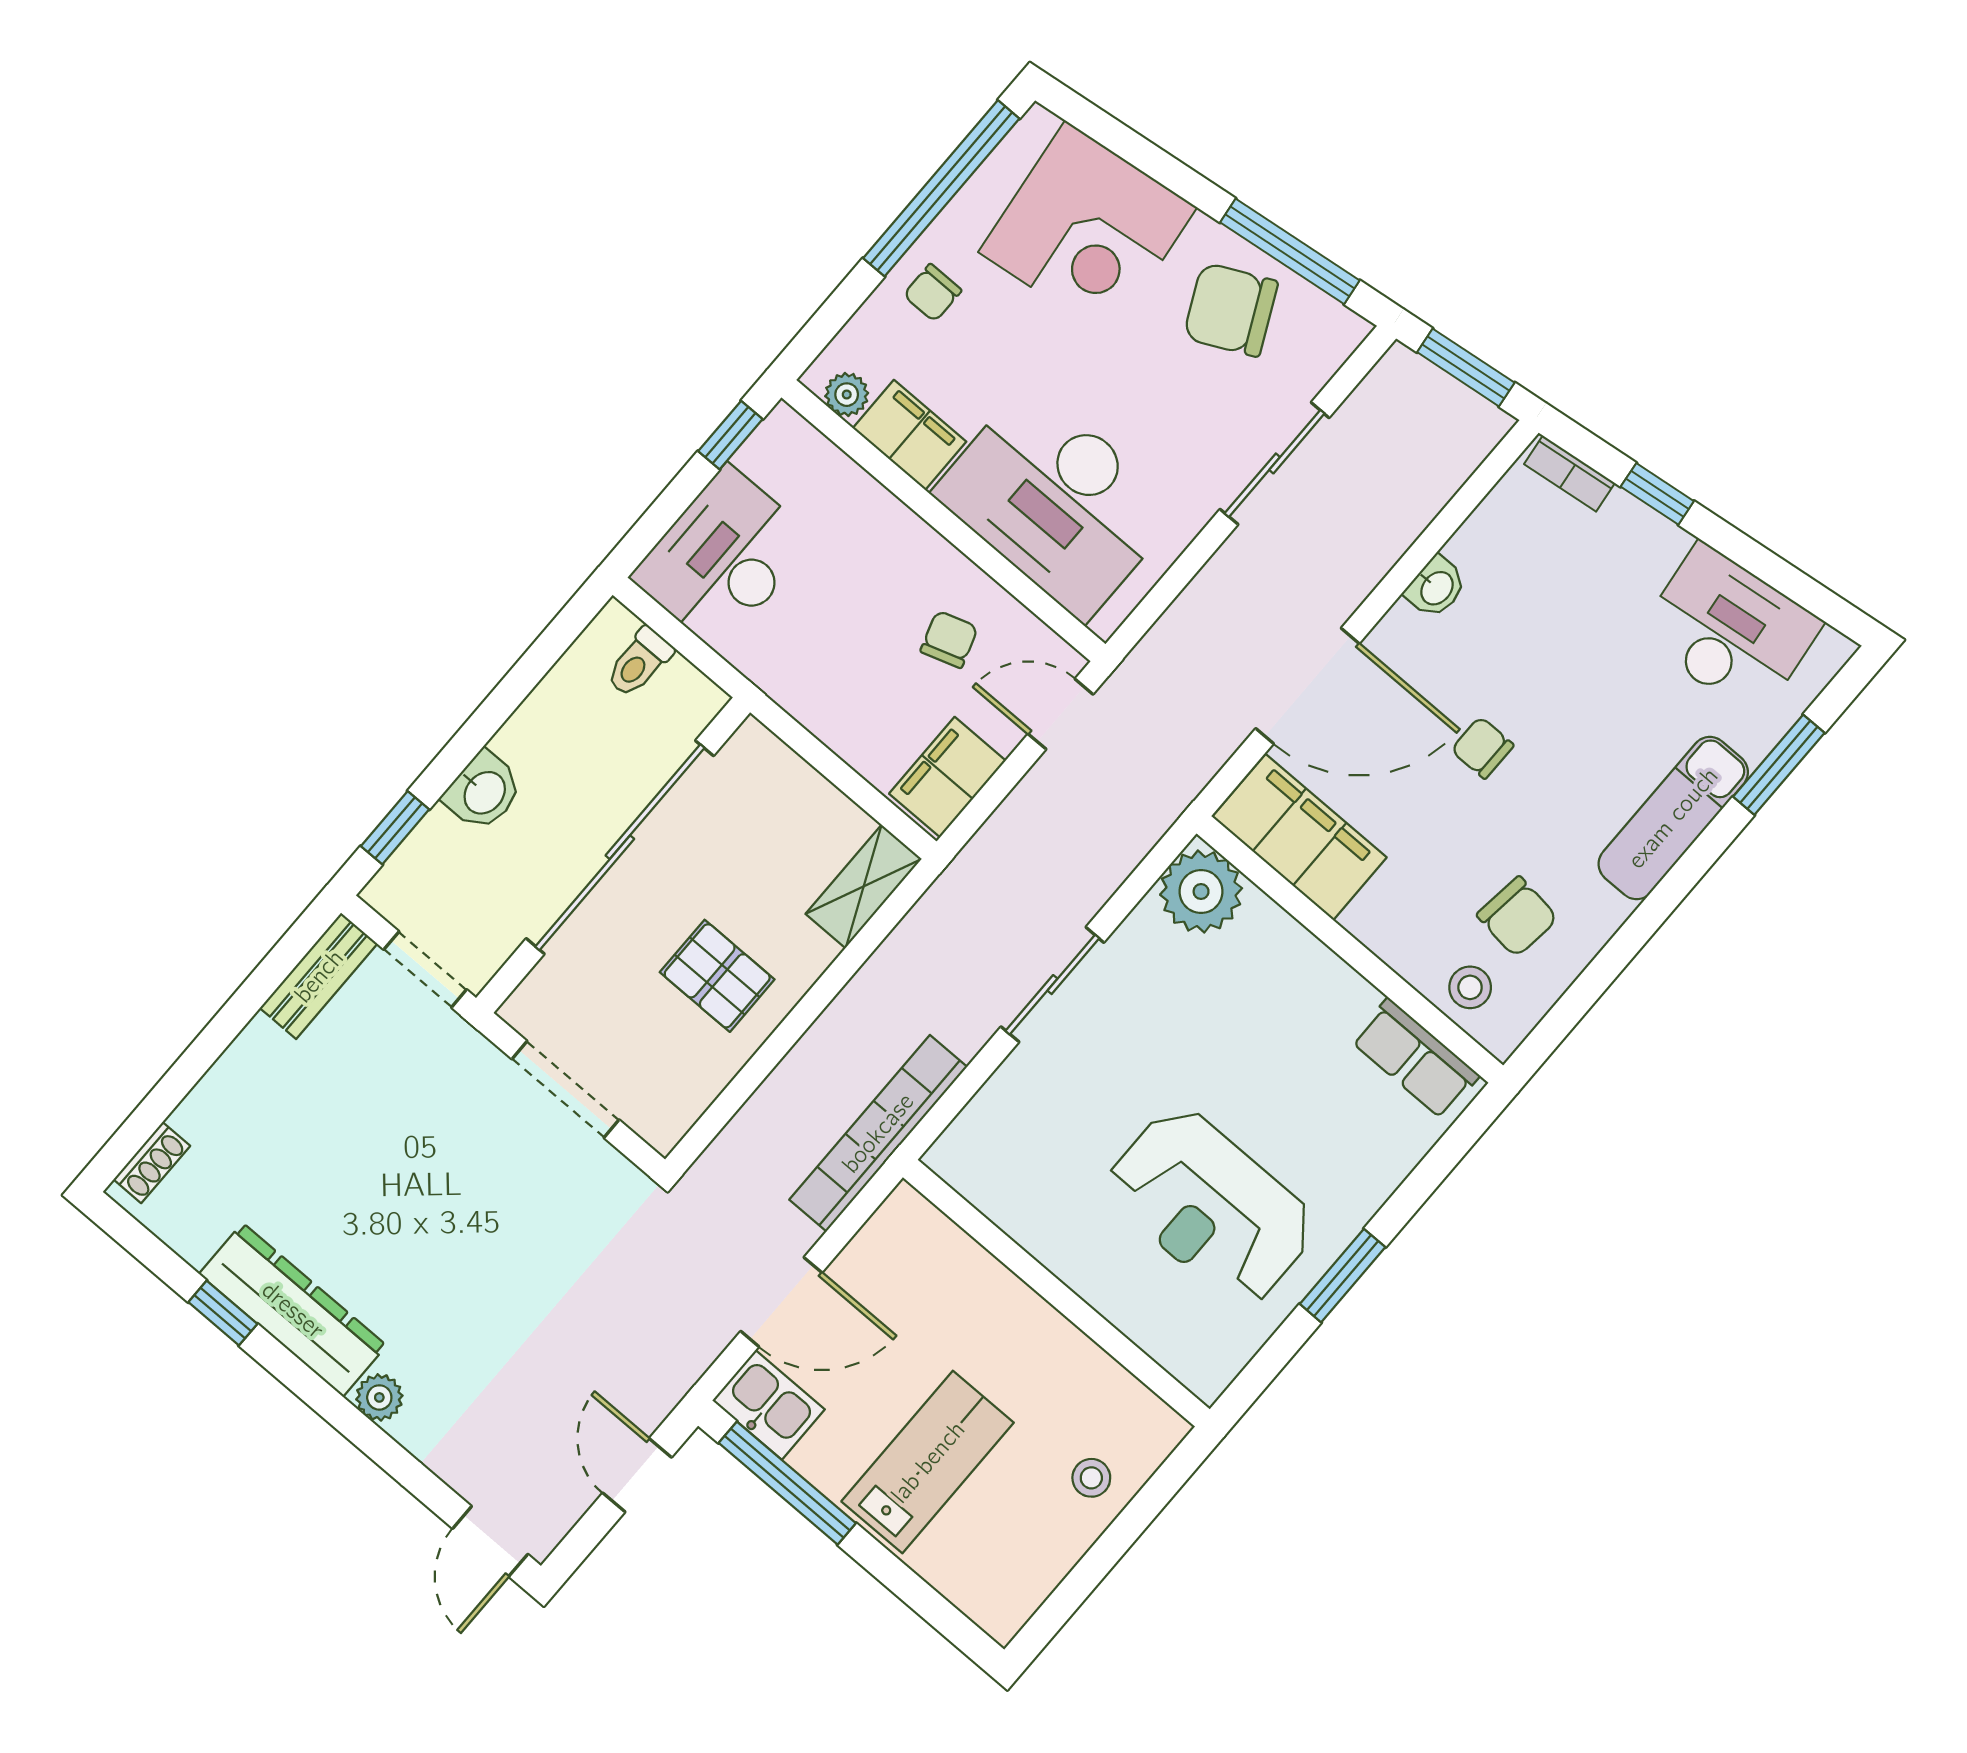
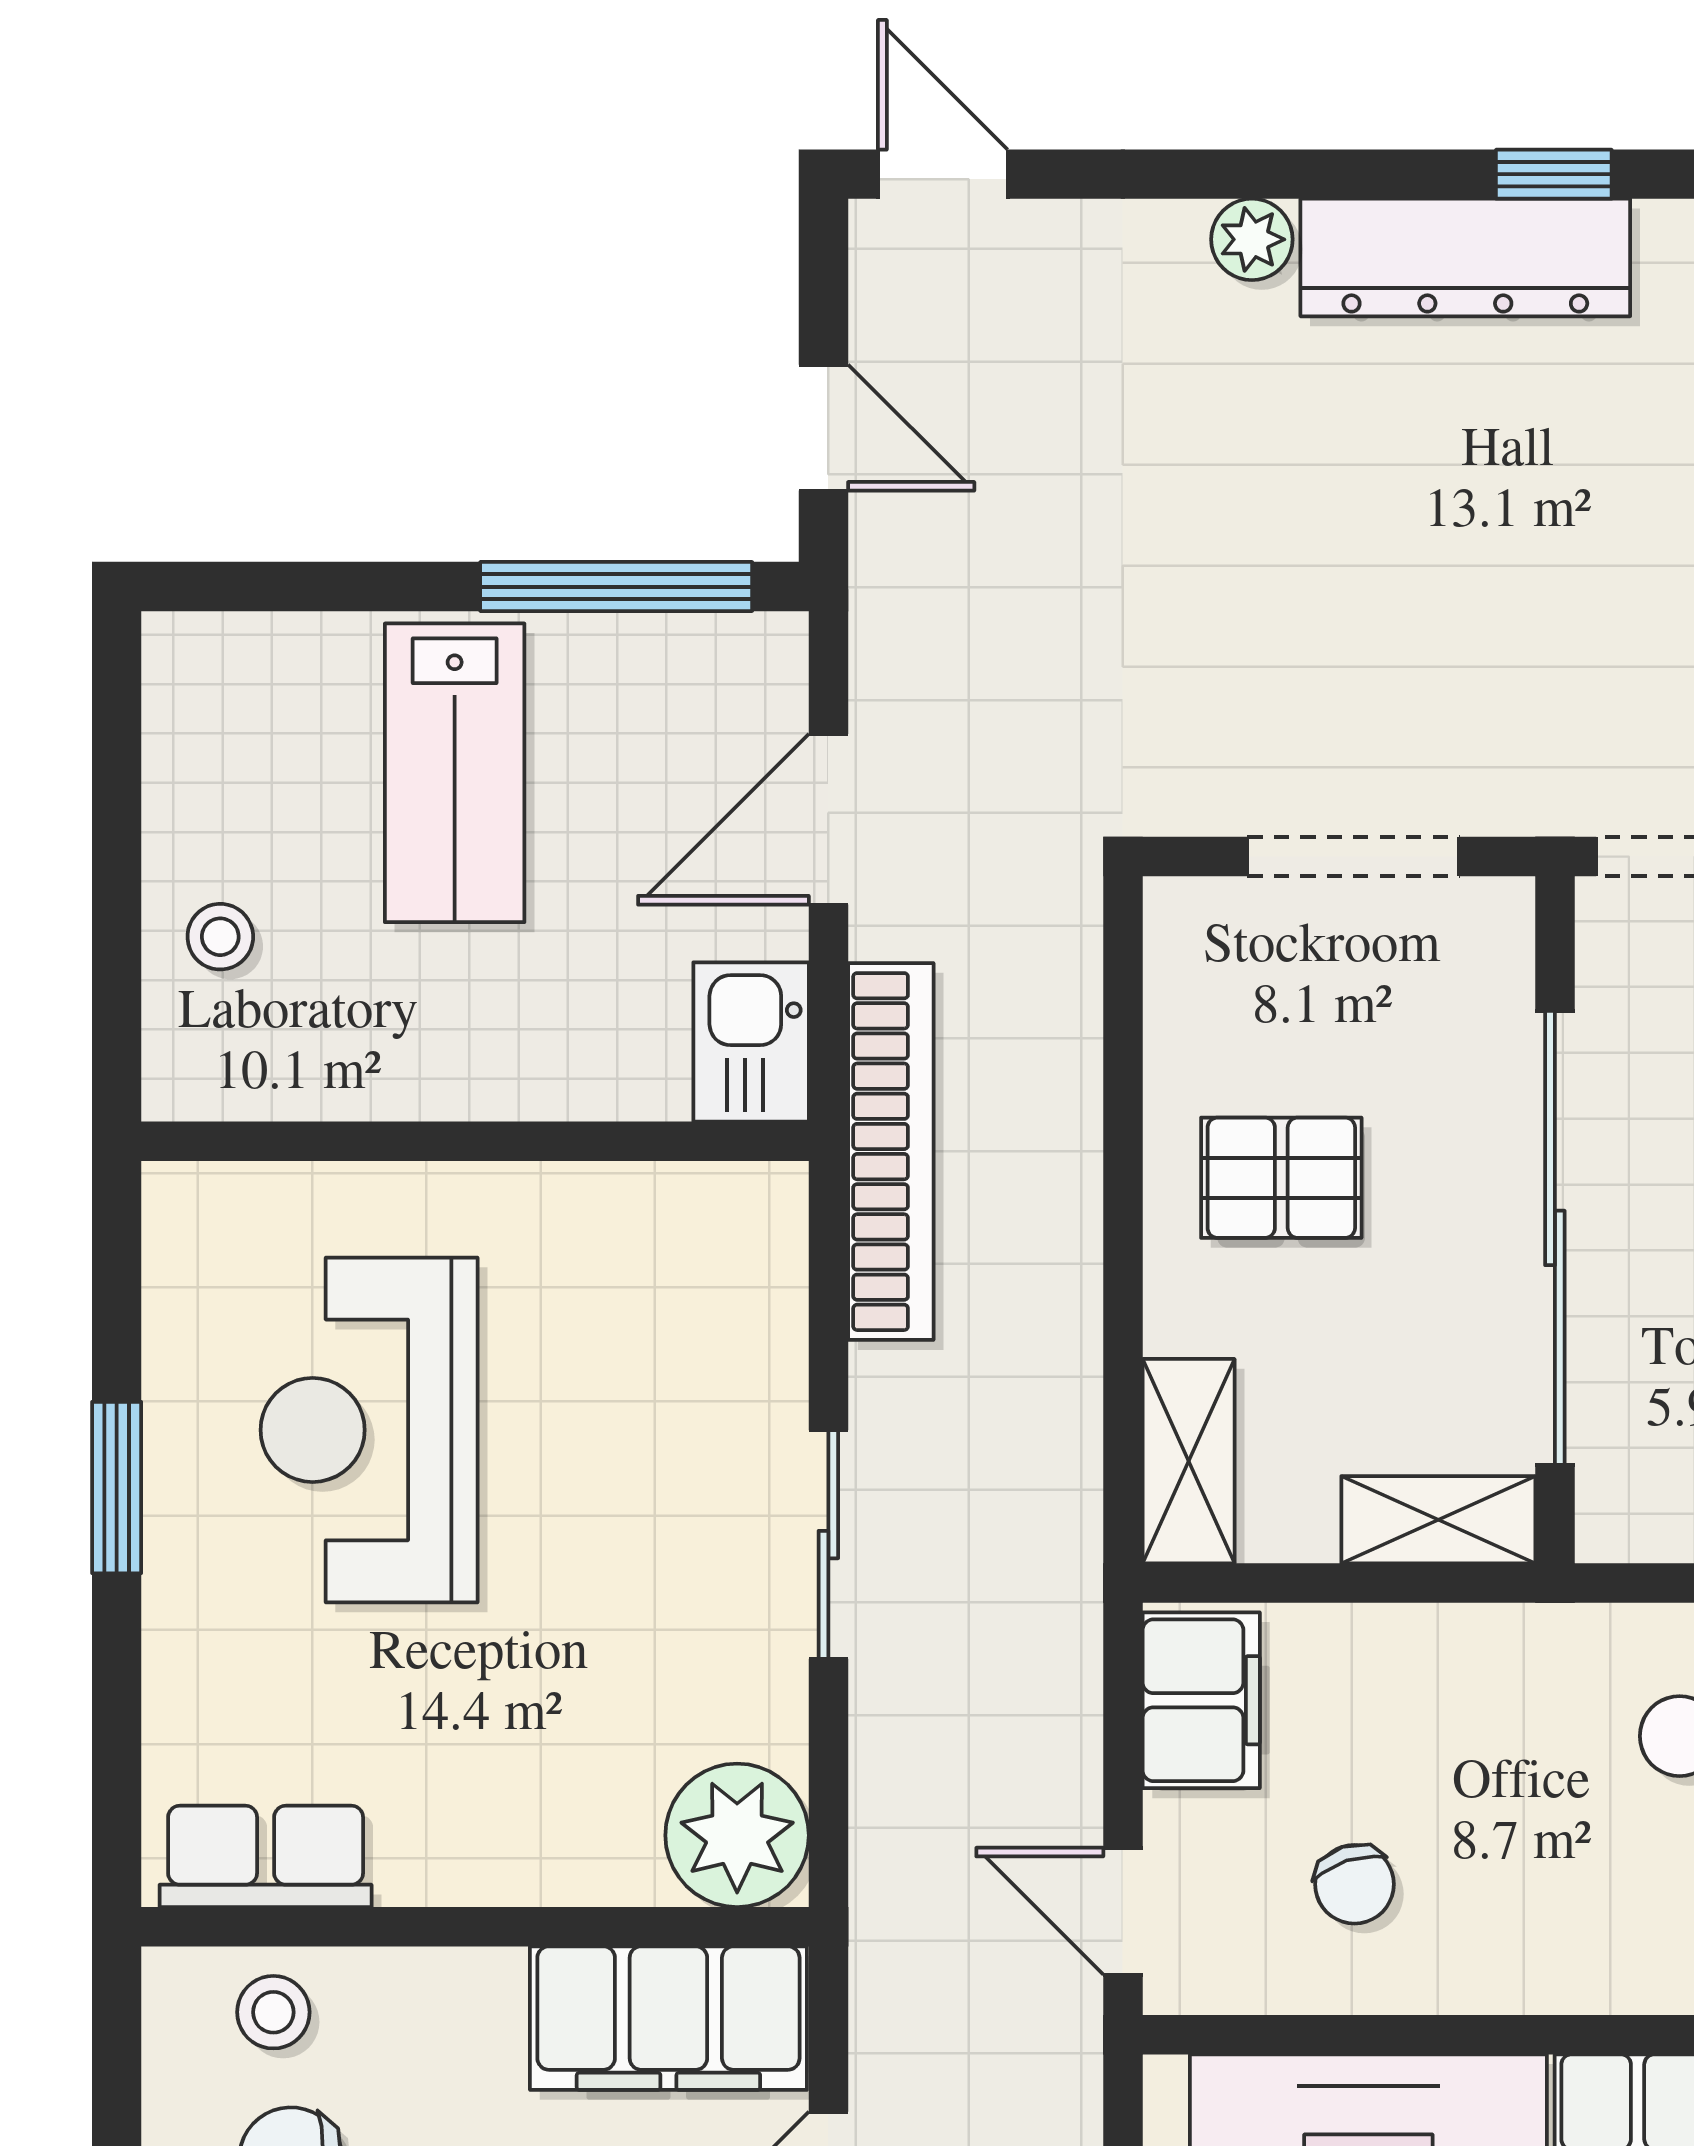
door: (1061, 714) -> (1123, 1911), swing flipped
shelving: (776, 768) -> (1438, 1520), added
reception desk: (1211, 1206) -> (369, 1430), turned -90
kitchen sink: (769, 1405) -> (751, 1042), moved, turned 90

